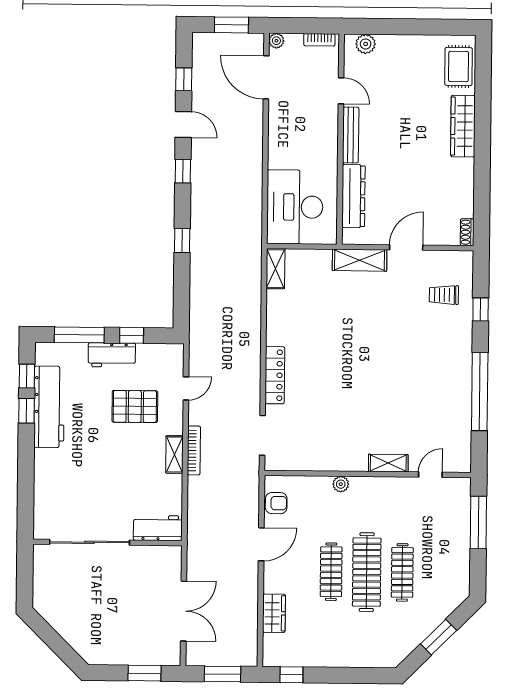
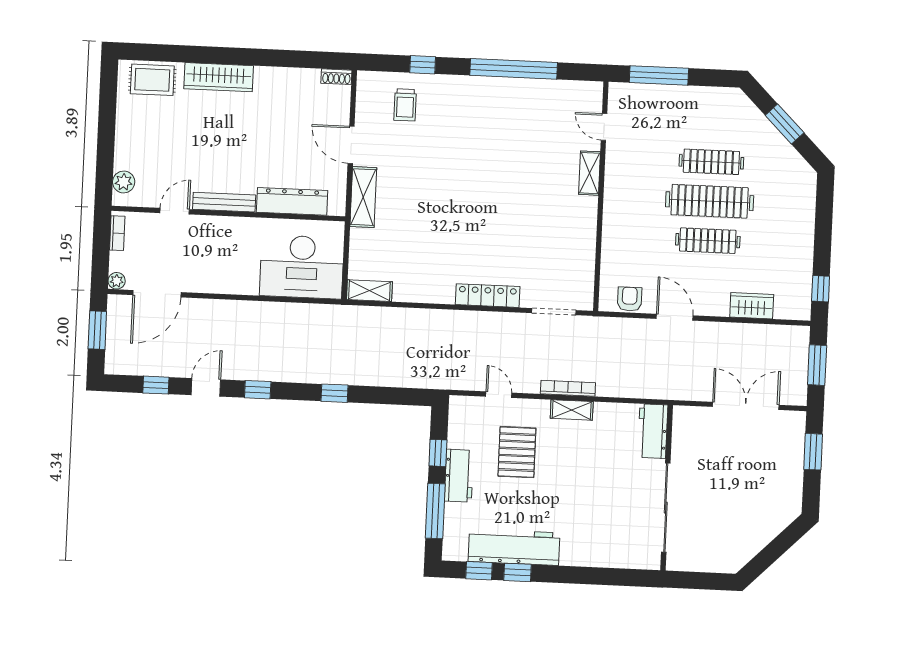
plant: (341, 484) -> (611, 227), removed

